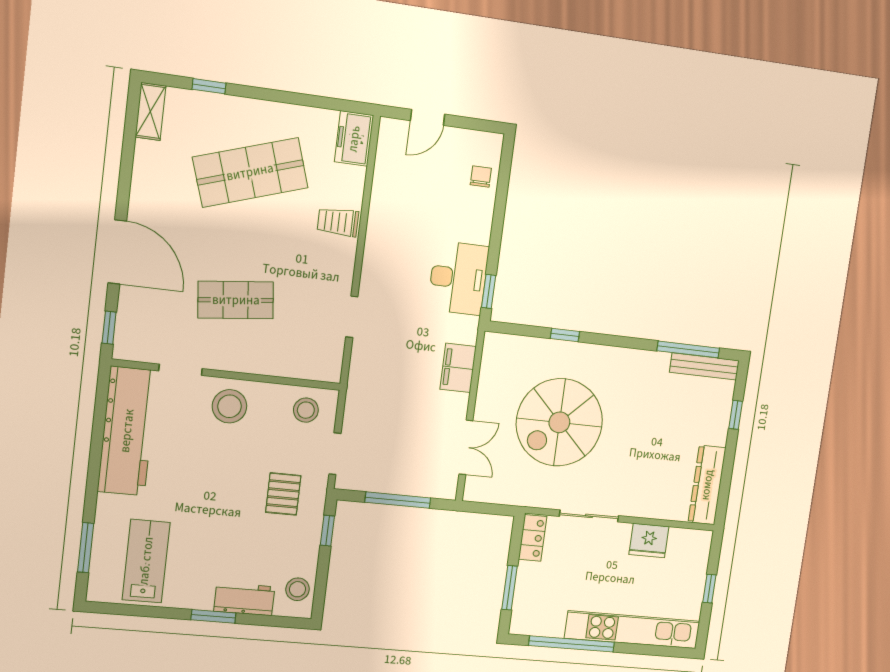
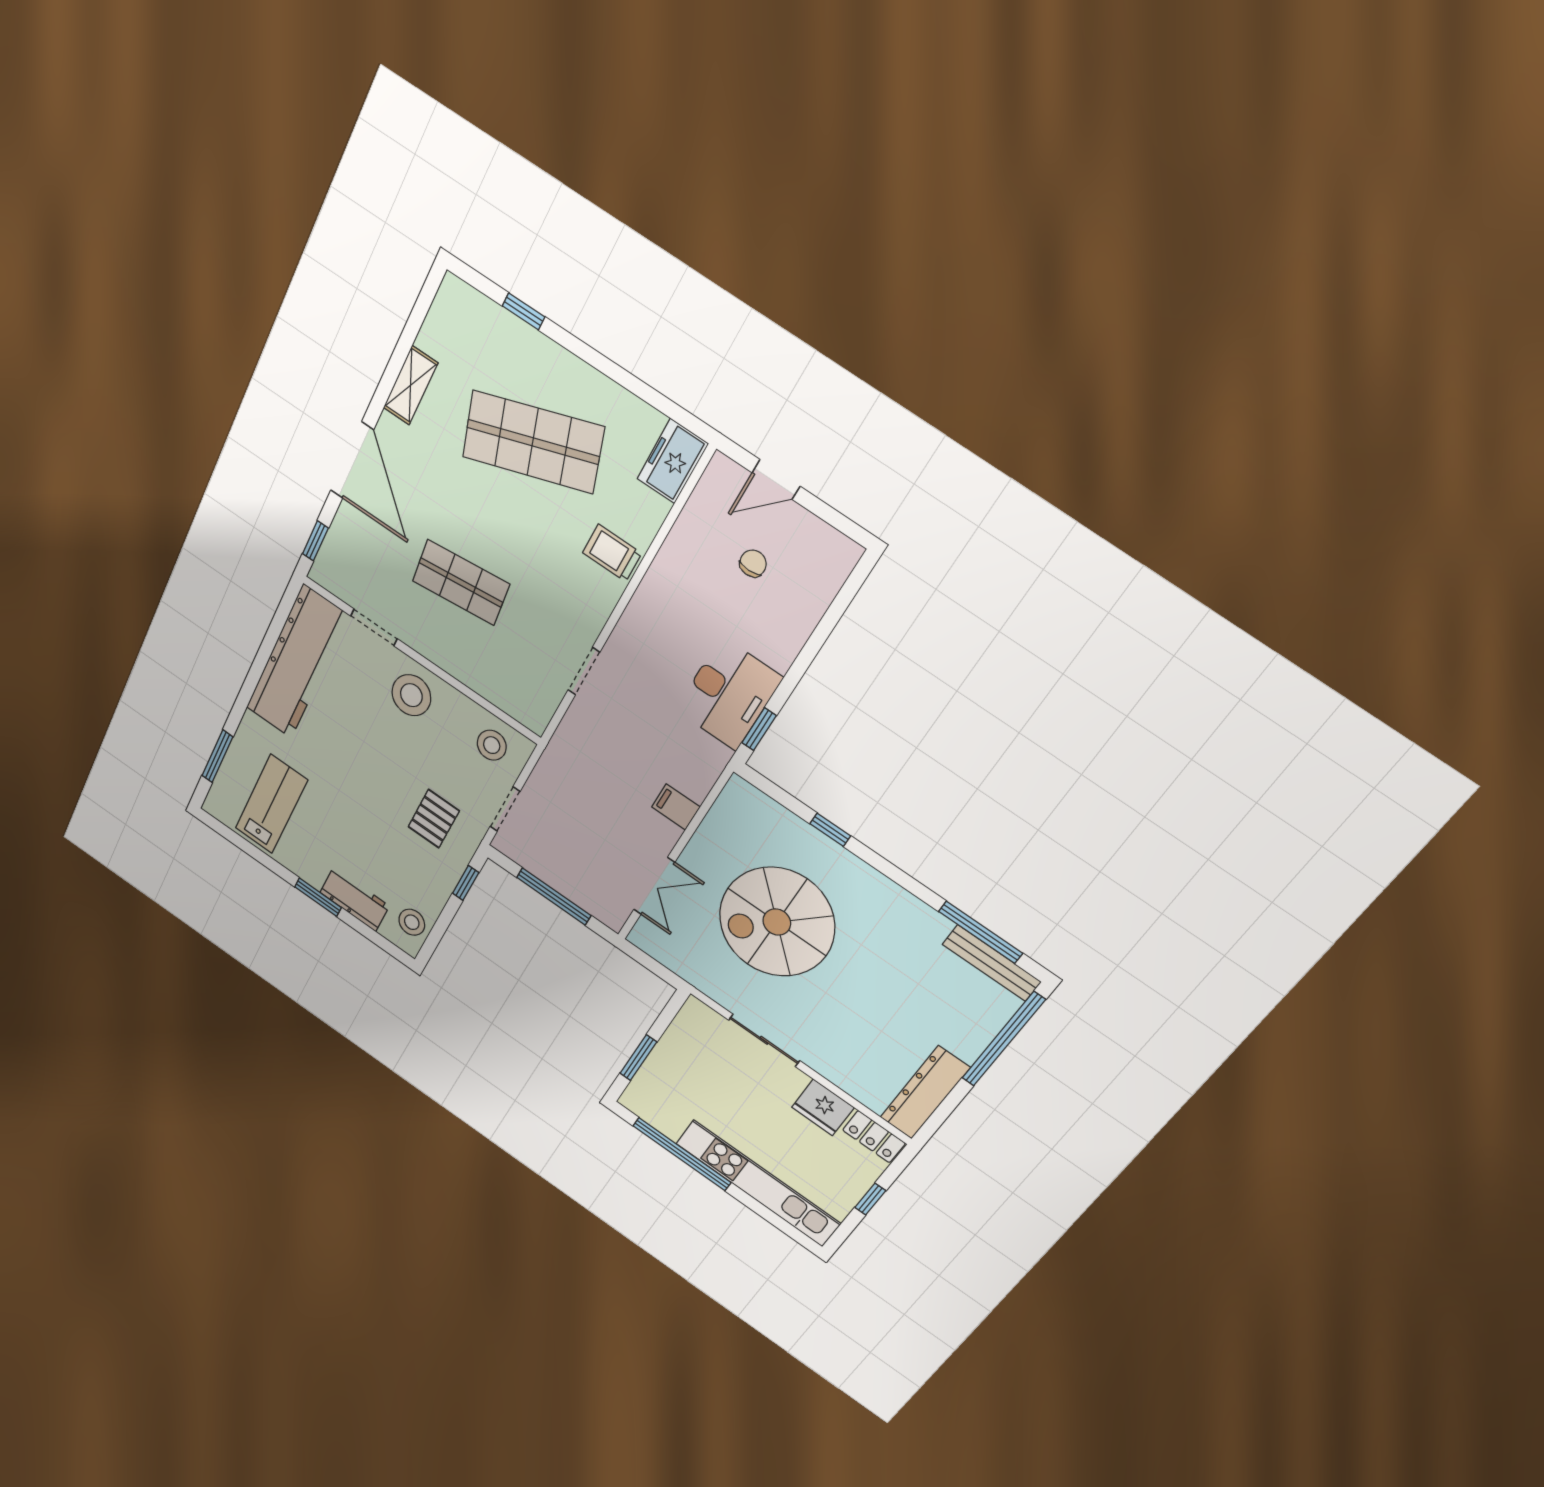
shelving: (150, 111) -> (411, 385), moved
chair: (481, 176) -> (753, 563), moved
filing cabinet: (458, 368) -> (676, 807), width x0.50
window: (736, 415) -> (1003, 1039), width x3.17
locker: (533, 538) -> (874, 1137), moved, turned 90

